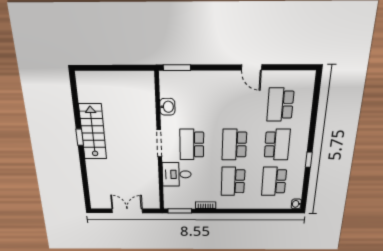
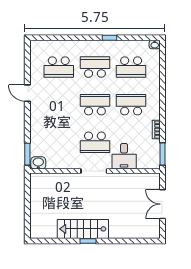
door: (252, 67) -> (27, 93), swing flipped
washbasin: (167, 107) -> (38, 163), moved
school desk: (234, 145) -> (95, 105), turned 180
school desk: (233, 181) -> (131, 105), turned 180

